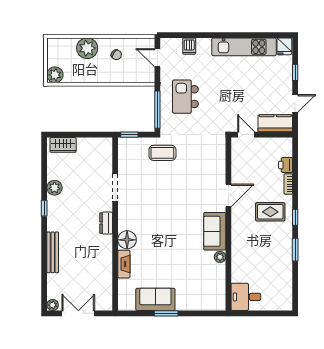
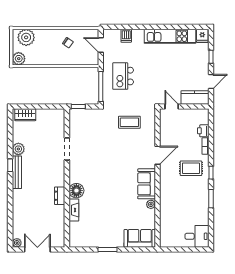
plant: (87, 48) -> (26, 37), moved
coffee table: (162, 153) -> (129, 122), moved
dresser: (106, 223) -> (60, 196), moved
bench: (53, 252) -> (17, 172), moved
desk: (246, 297) -> (197, 236), moved, turned 180
sofa: (155, 299) -> (140, 238), moved

